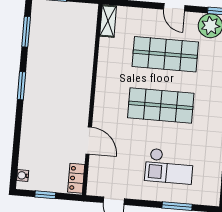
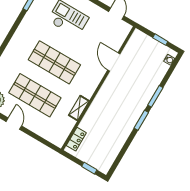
shelving: (108, 21) -> (79, 108), moved
window: (26, 32) -> (155, 96), moved
locker: (76, 178) -> (76, 139), moved

